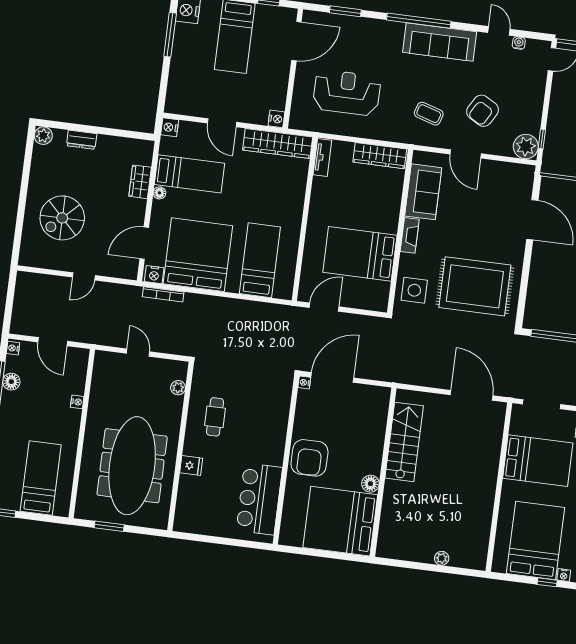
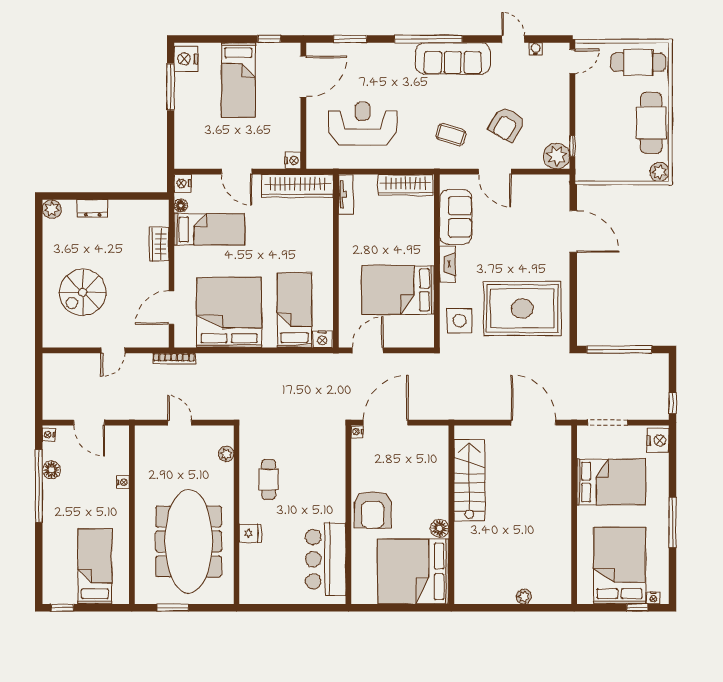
floor lamp: (159, 193) -> (181, 206), moved
nightstand: (154, 275) -> (322, 339), moved
bookcase: (163, 294) -> (174, 359), moved

